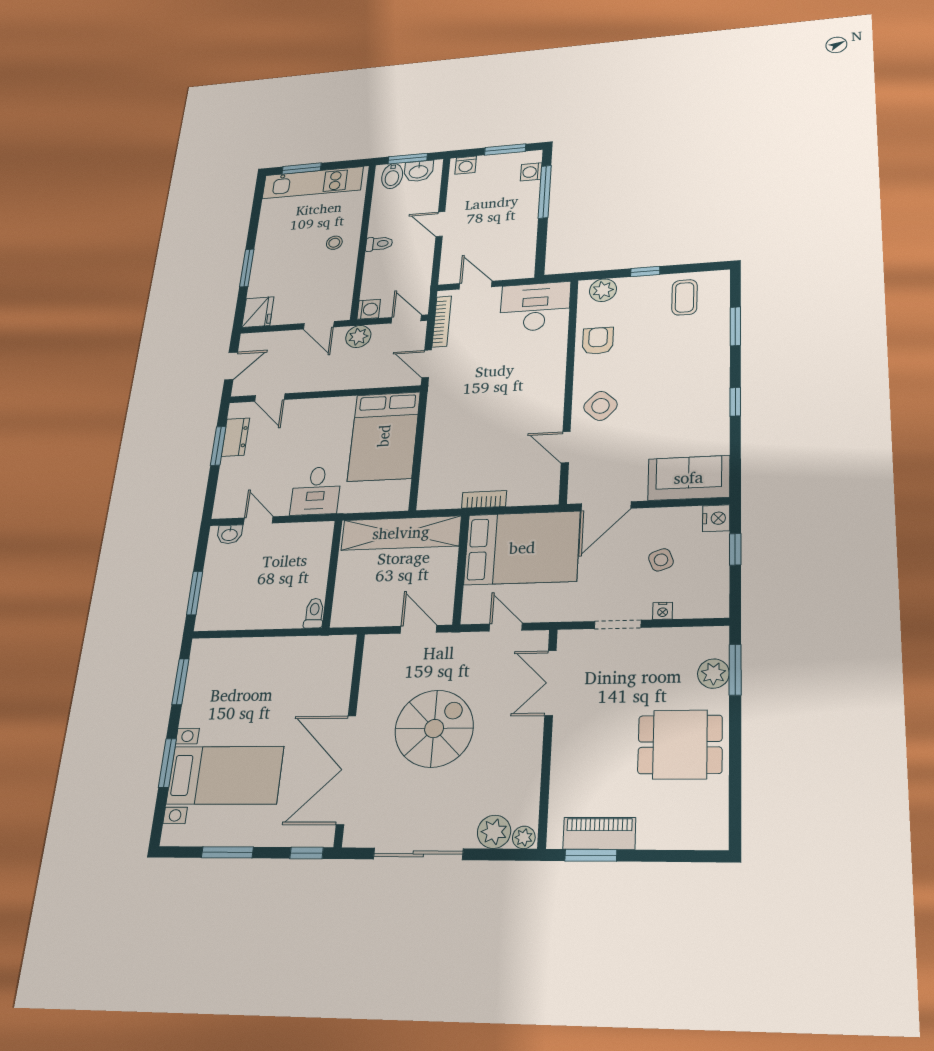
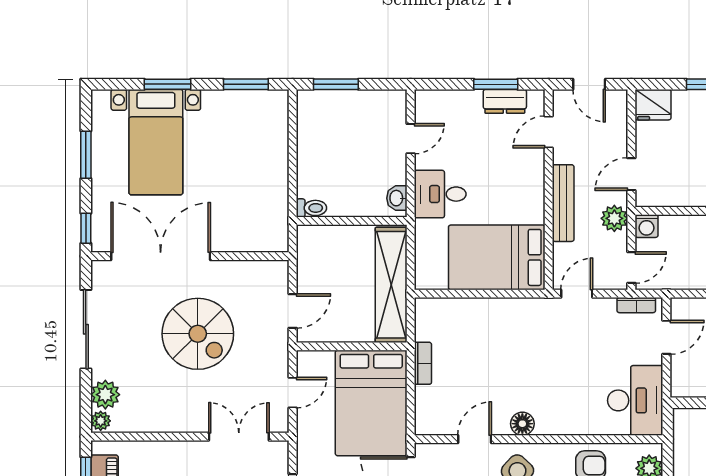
bookcase: (442, 322) -> (636, 305), width x0.64
bench: (338, 381) -> (563, 203), added
floor lamp: (552, 404) -> (522, 424), added
washbasin: (230, 534) -> (397, 198), moved

